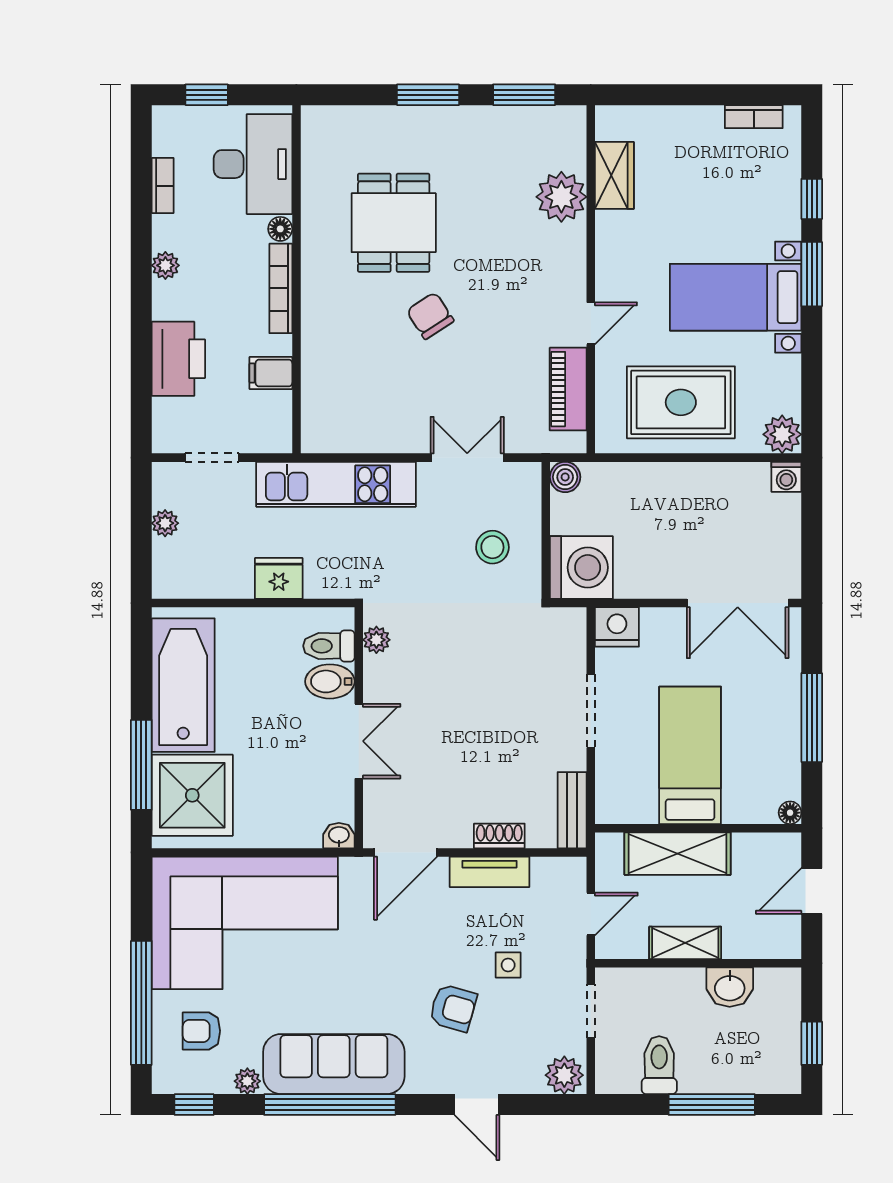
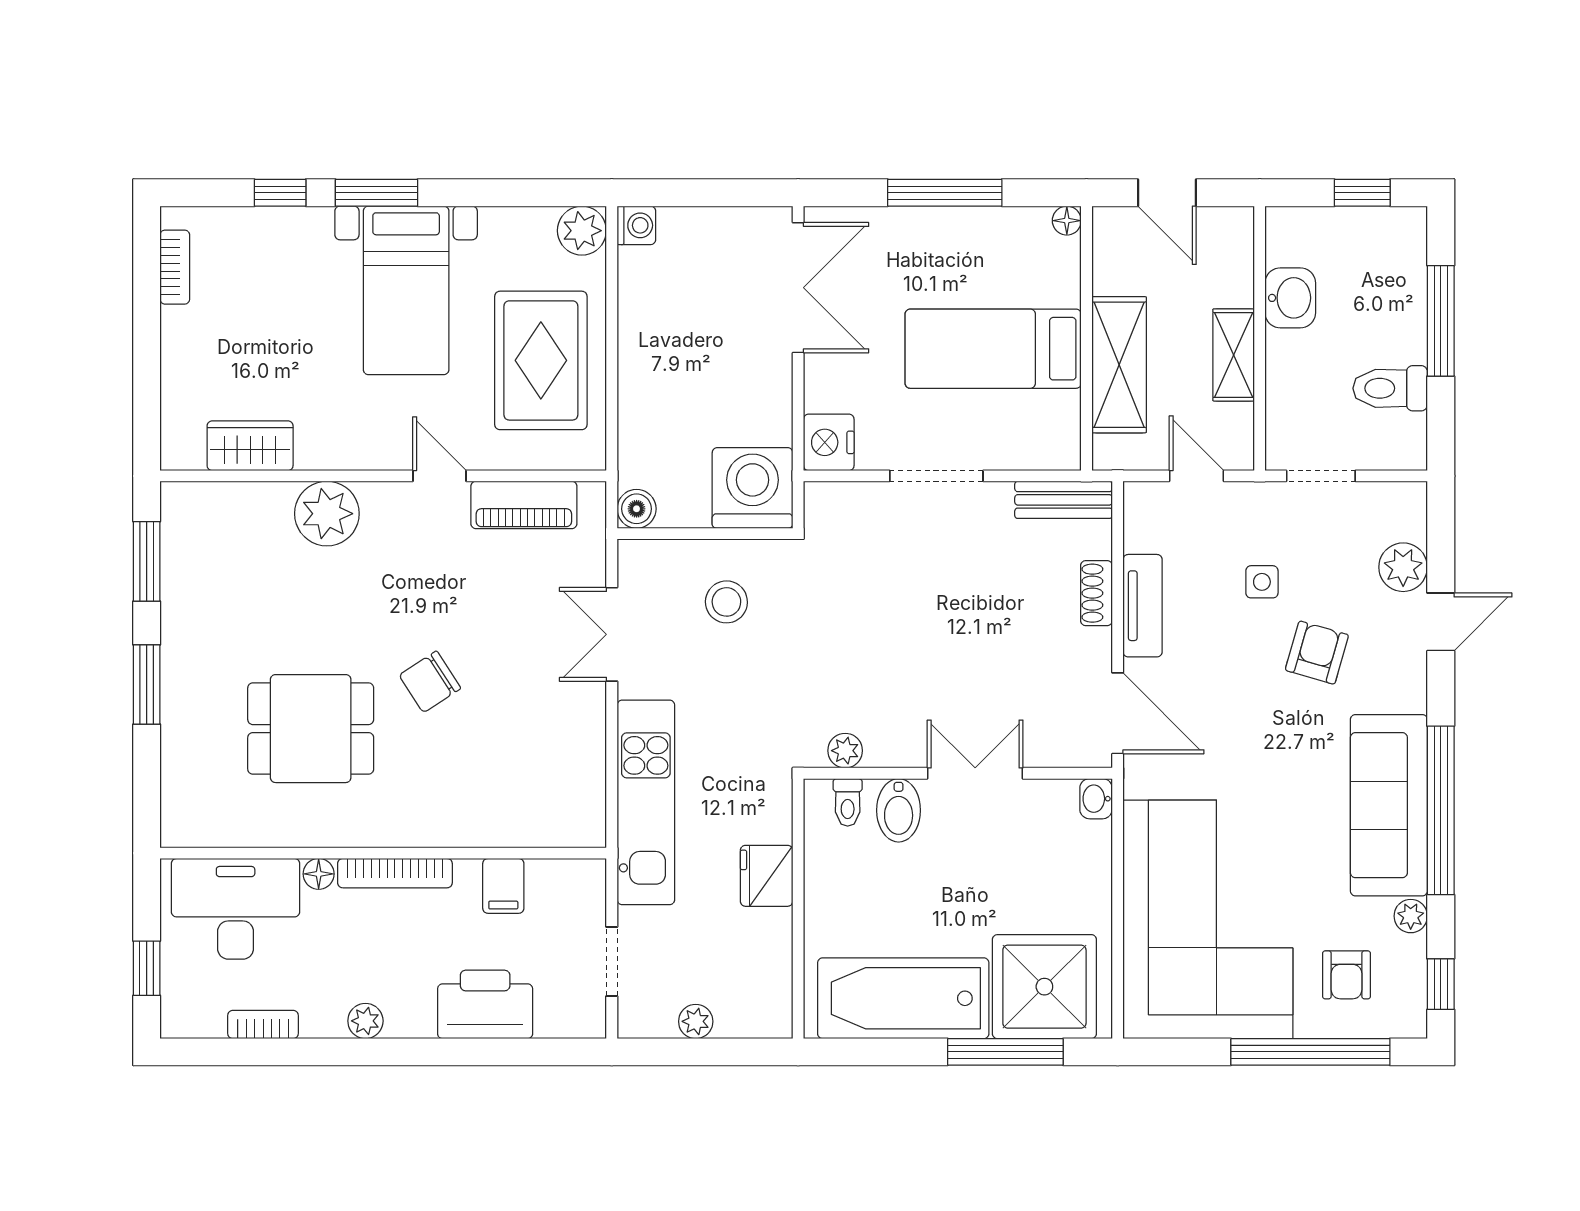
plant: (561, 197) -> (327, 514), moved
toilet: (329, 646) -> (848, 802), width x0.73, depth x0.72
plant: (564, 1075) -> (1403, 567), moved

